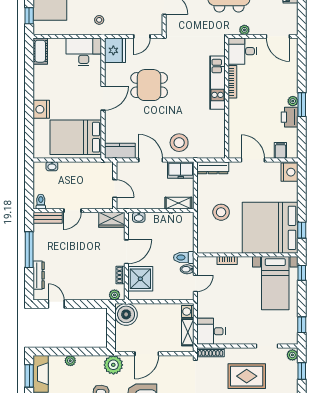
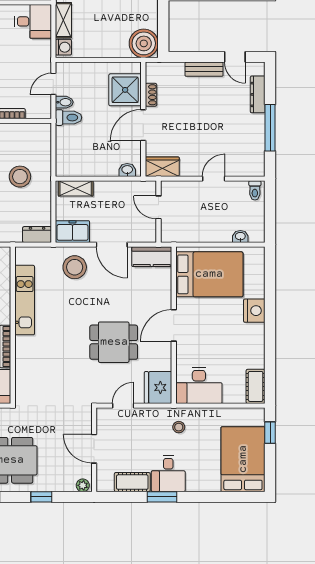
kitchen unit: (217, 83) -> (25, 300), moved
dresser: (213, 168) -> (37, 235), width x0.70
bench: (48, 218) -> (204, 69), moved
plant: (114, 295) -> (159, 69), removed

